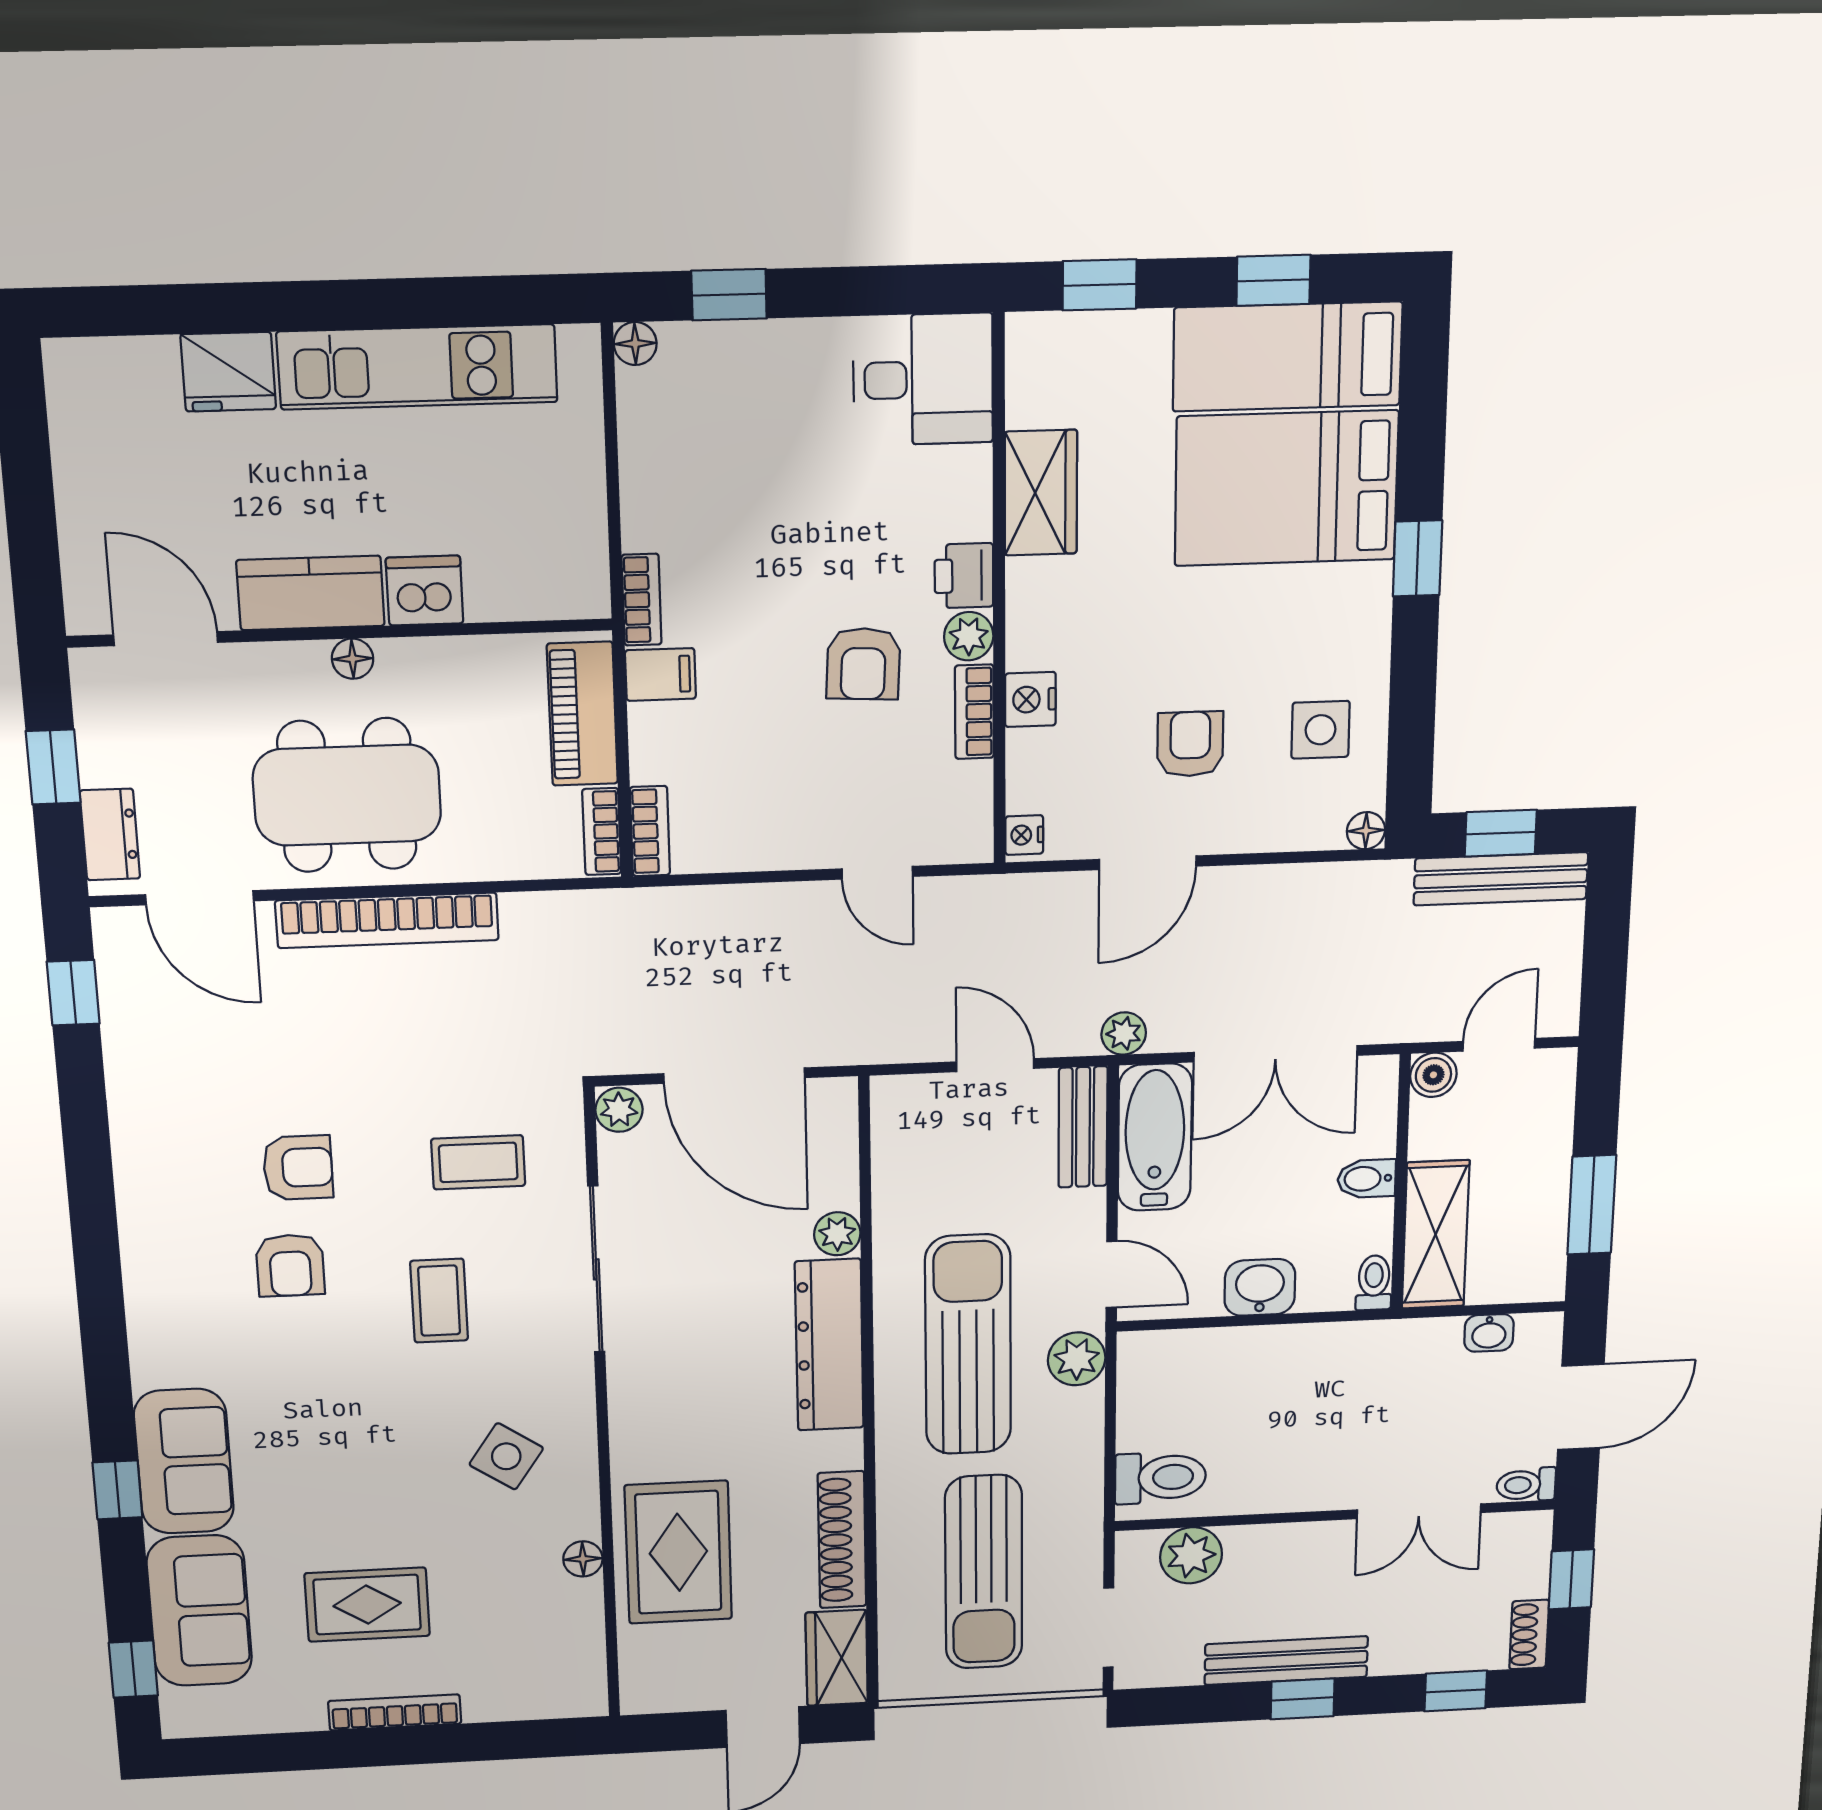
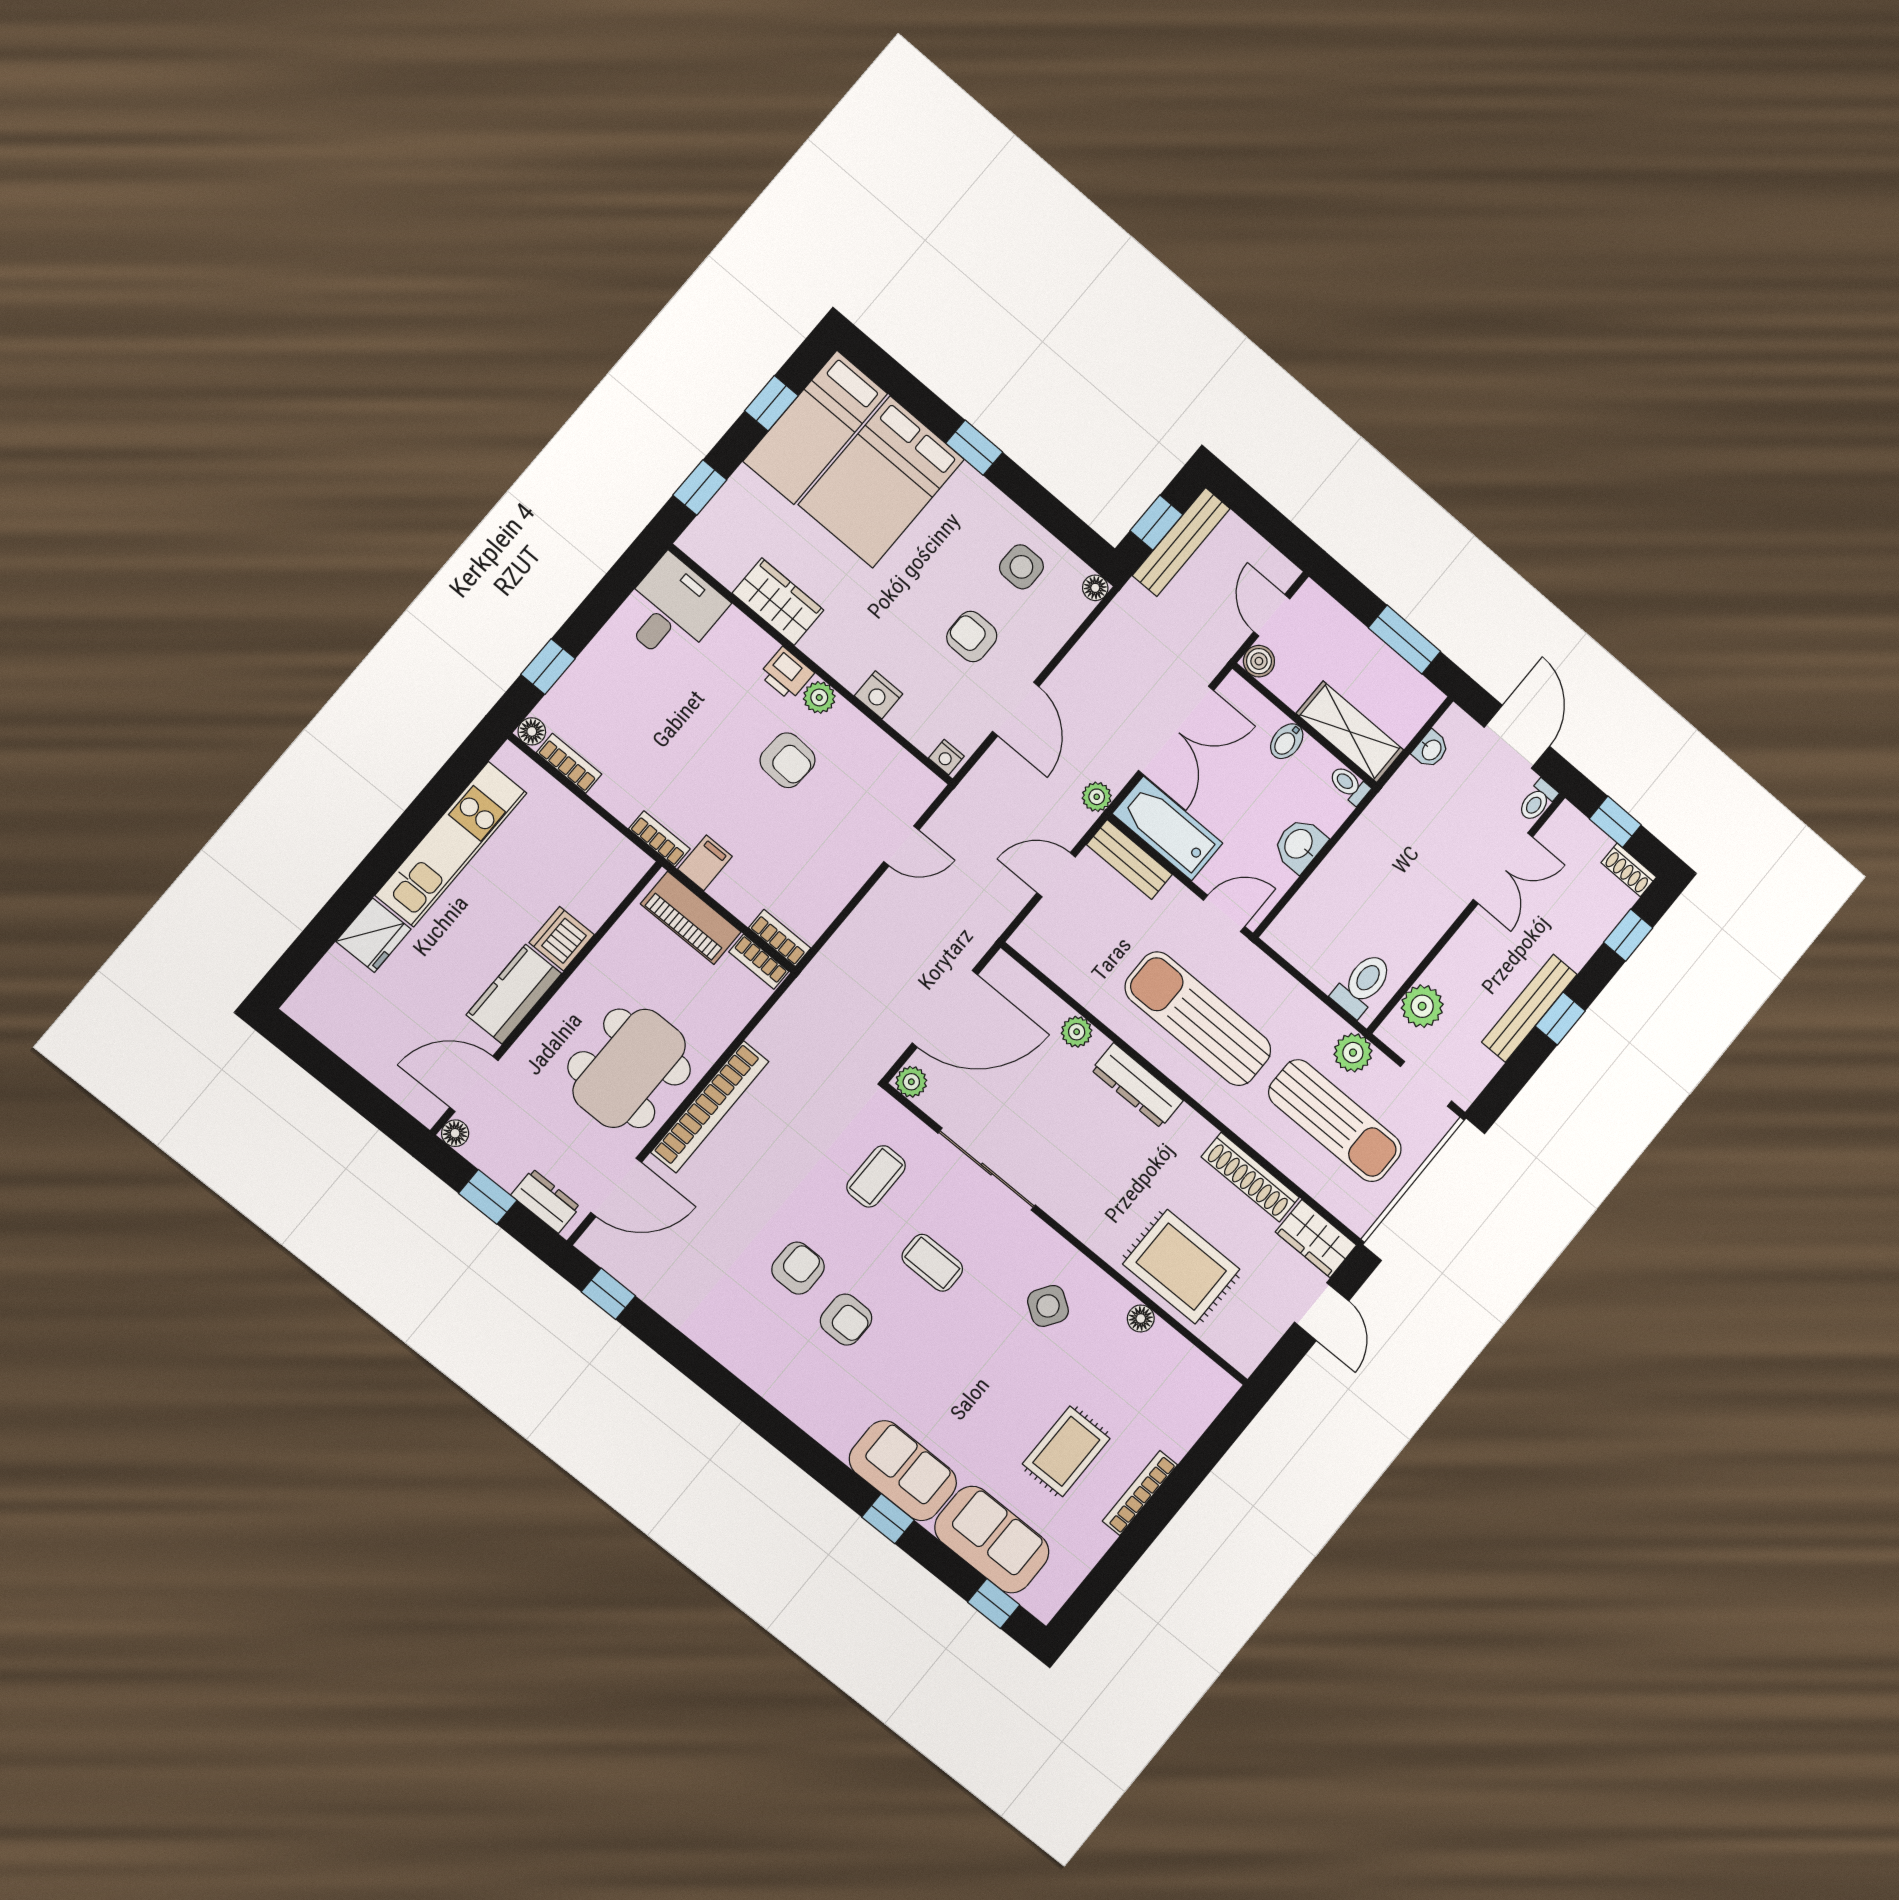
floor lamp: (353, 659) -> (455, 1133), moved
bookcase: (974, 712) -> (569, 763), moved, turned 180
dresser: (829, 1345) -> (1137, 1085), width x0.73, depth x0.80
plant: (1077, 1359) -> (1353, 1053), moved

